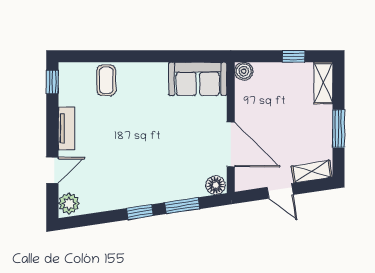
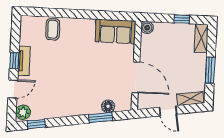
window: (52, 82) -> (14, 61), moved
floor lamp: (216, 185) -> (108, 106), moved
window: (140, 212) -> (36, 124), moved

